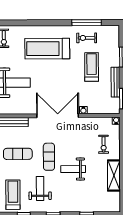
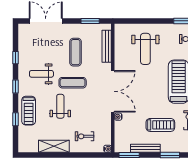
weight bench: (40, 188) -> (41, 74), turned 180
treadmill: (13, 195) -> (29, 111), moved, turned 90

